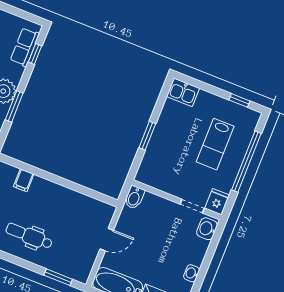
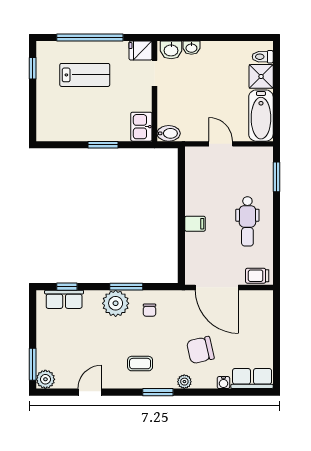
kitchen sink: (183, 92) -> (141, 127), moved, turned 180
filing cabinet: (24, 180) -> (195, 224), moved
washbasin: (191, 273) -> (191, 48), moved

